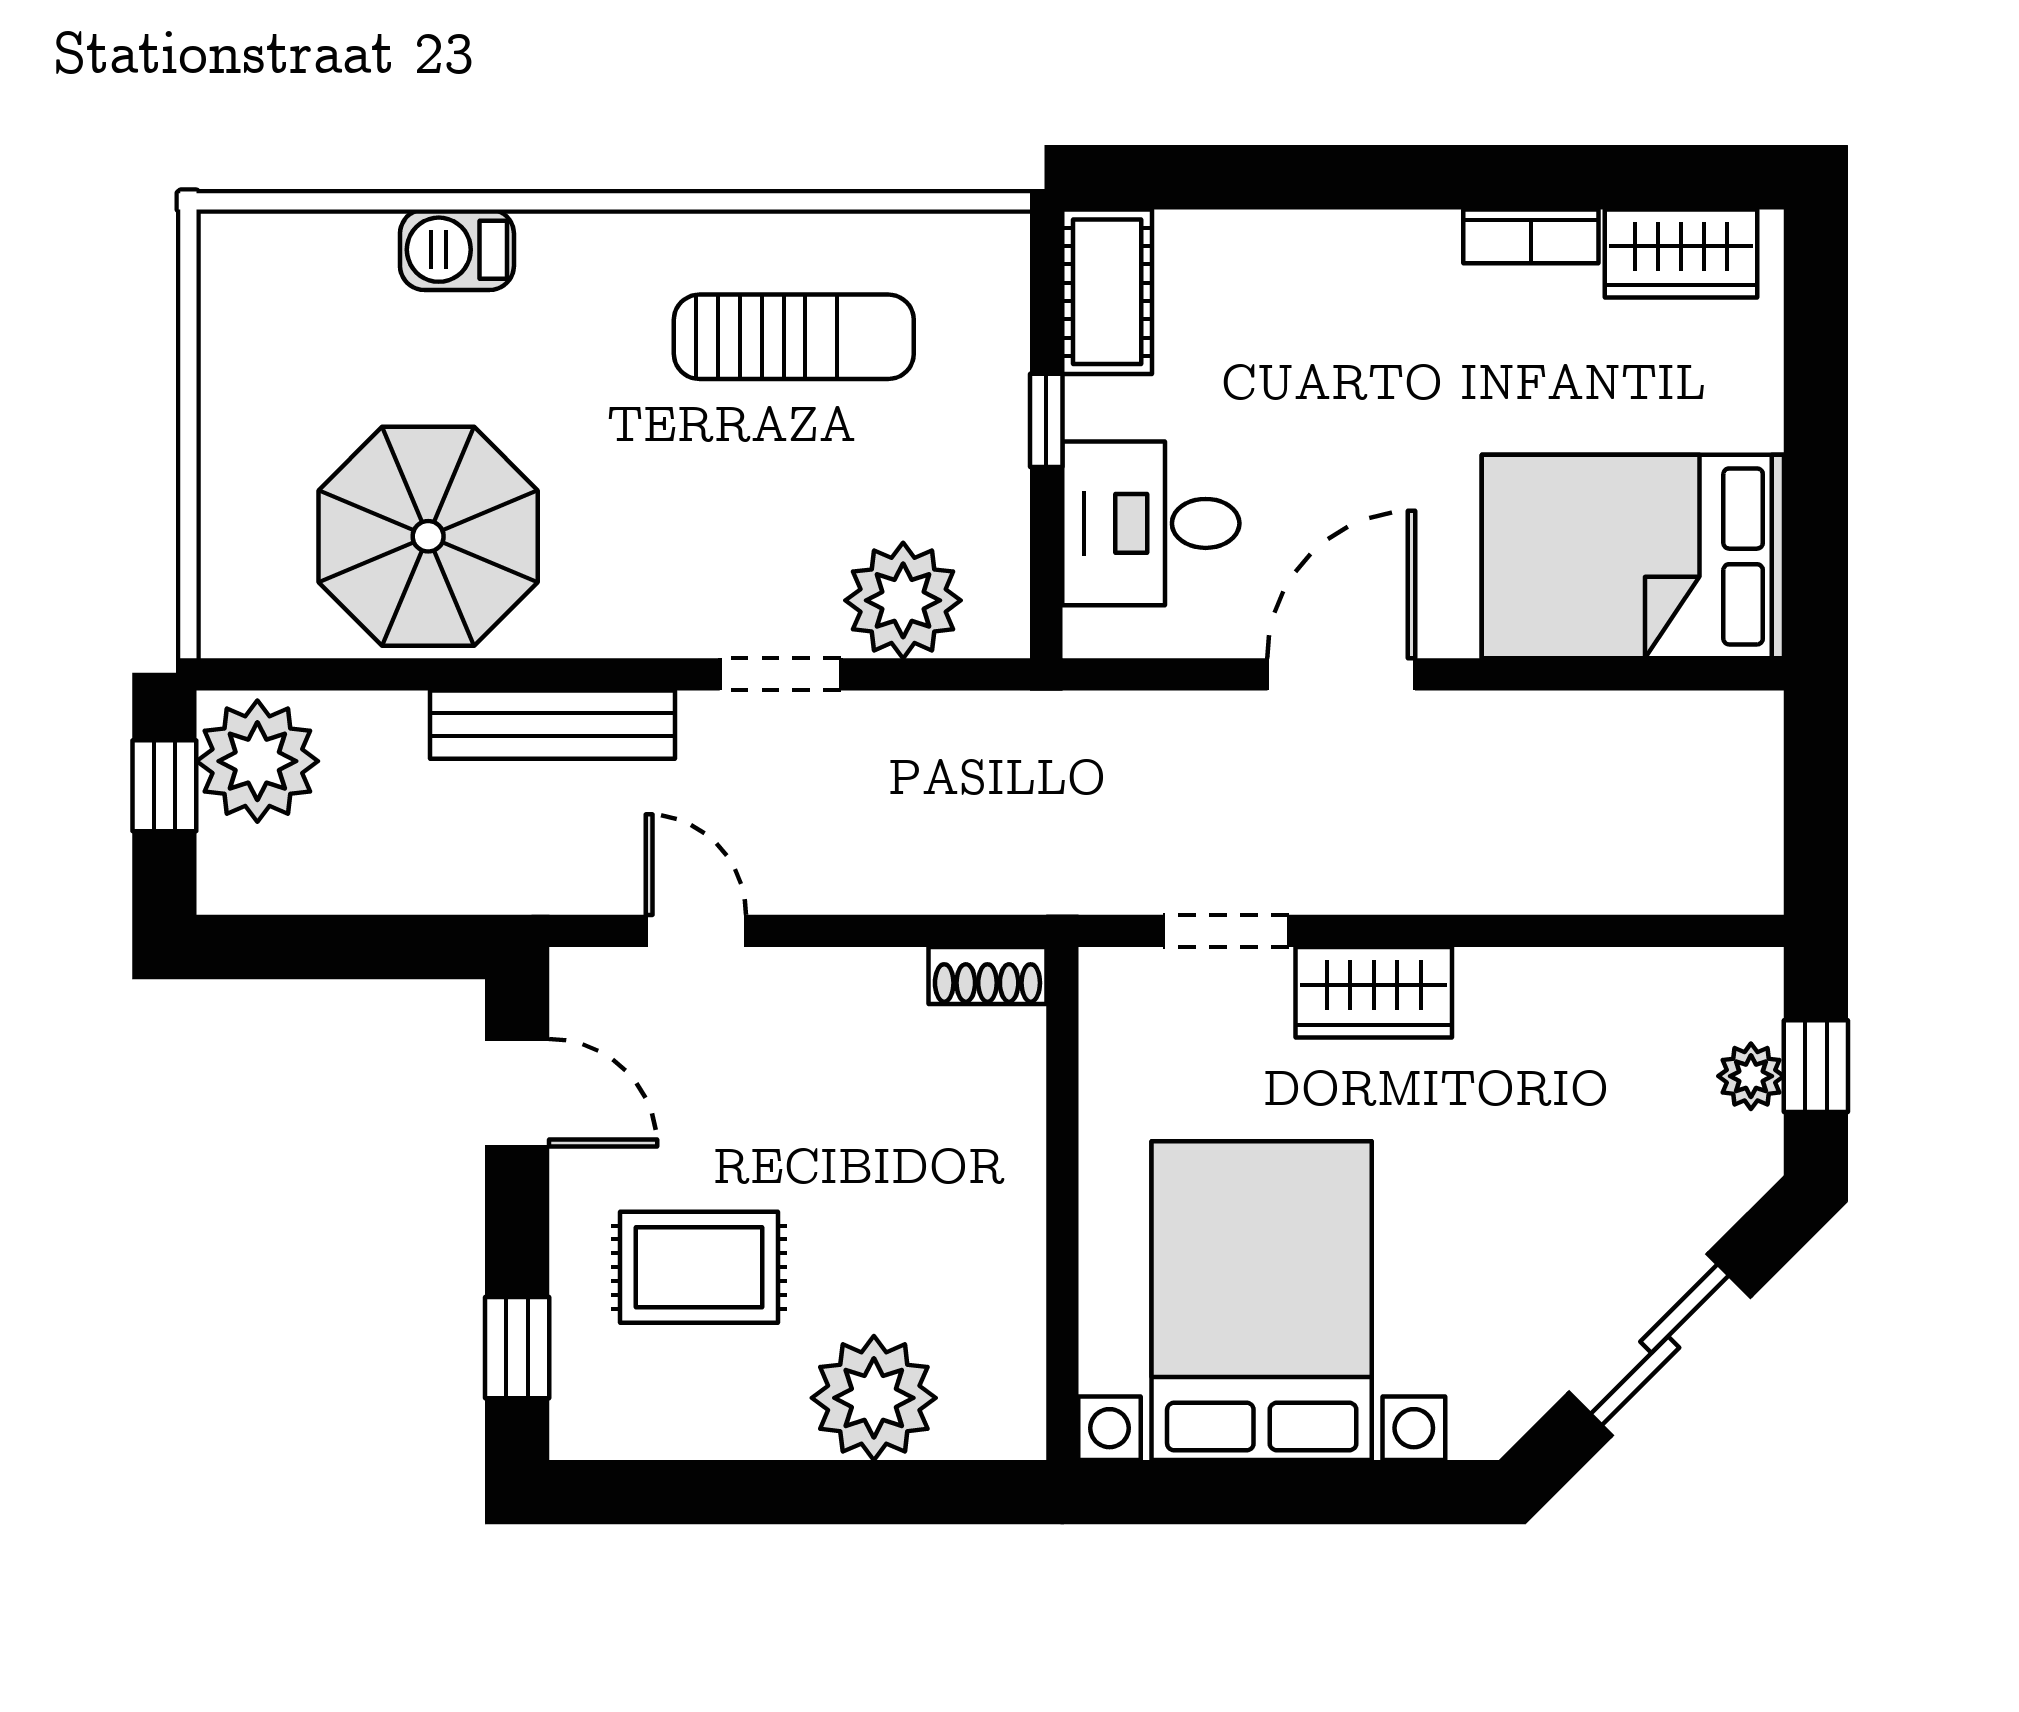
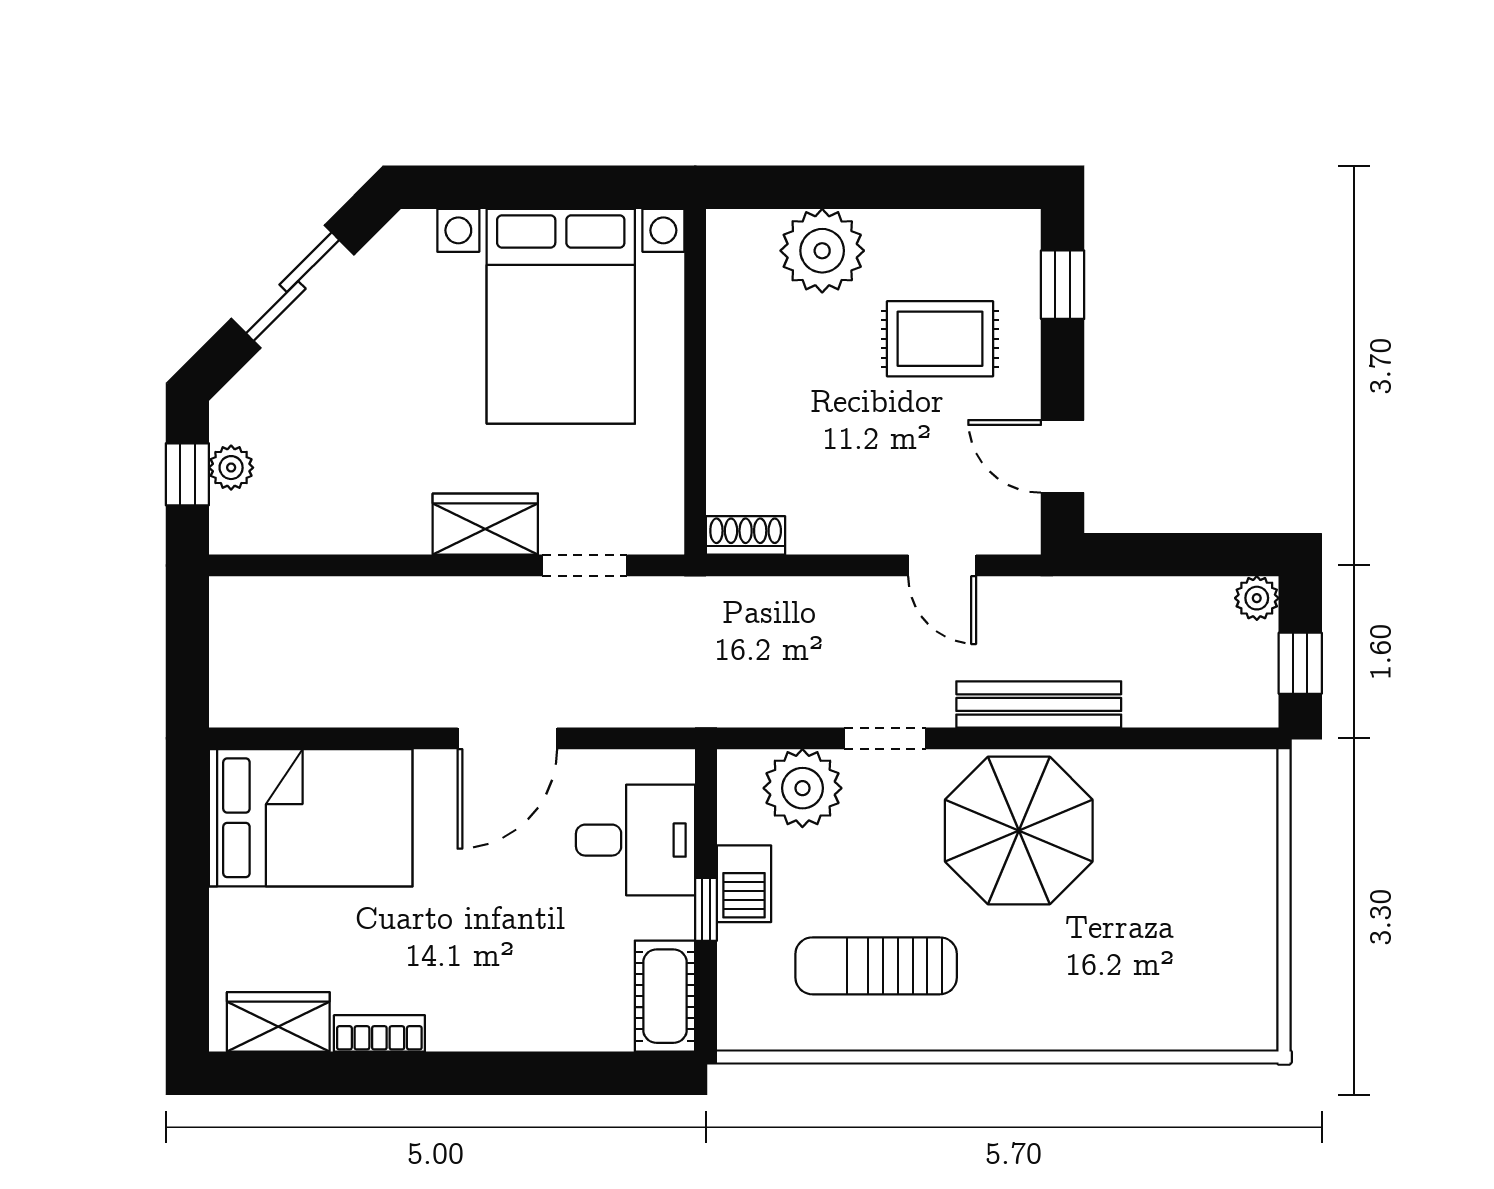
barbecue: (457, 250) -> (744, 884), moved, turned 90
parasol: (428, 536) -> (1019, 831), moved
plant: (257, 761) -> (1257, 598), moved, width x0.53, depth x0.53

